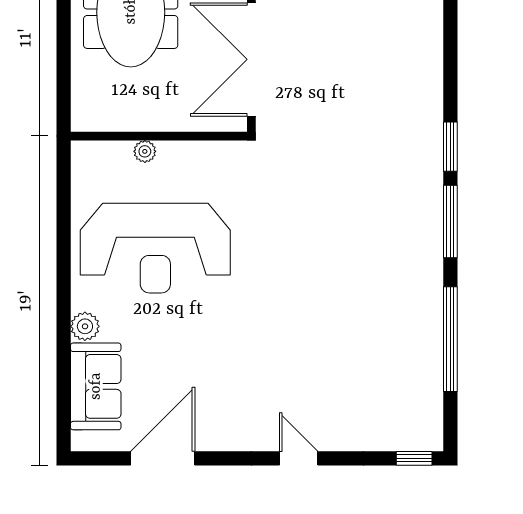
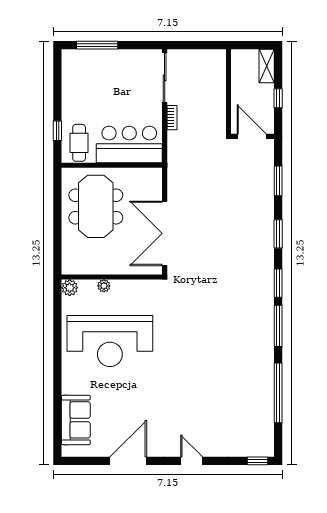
window: (450, 60) -> (278, 234), added
plant: (85, 326) -> (70, 288), moved
door: (163, 458) -> (128, 461), moved

